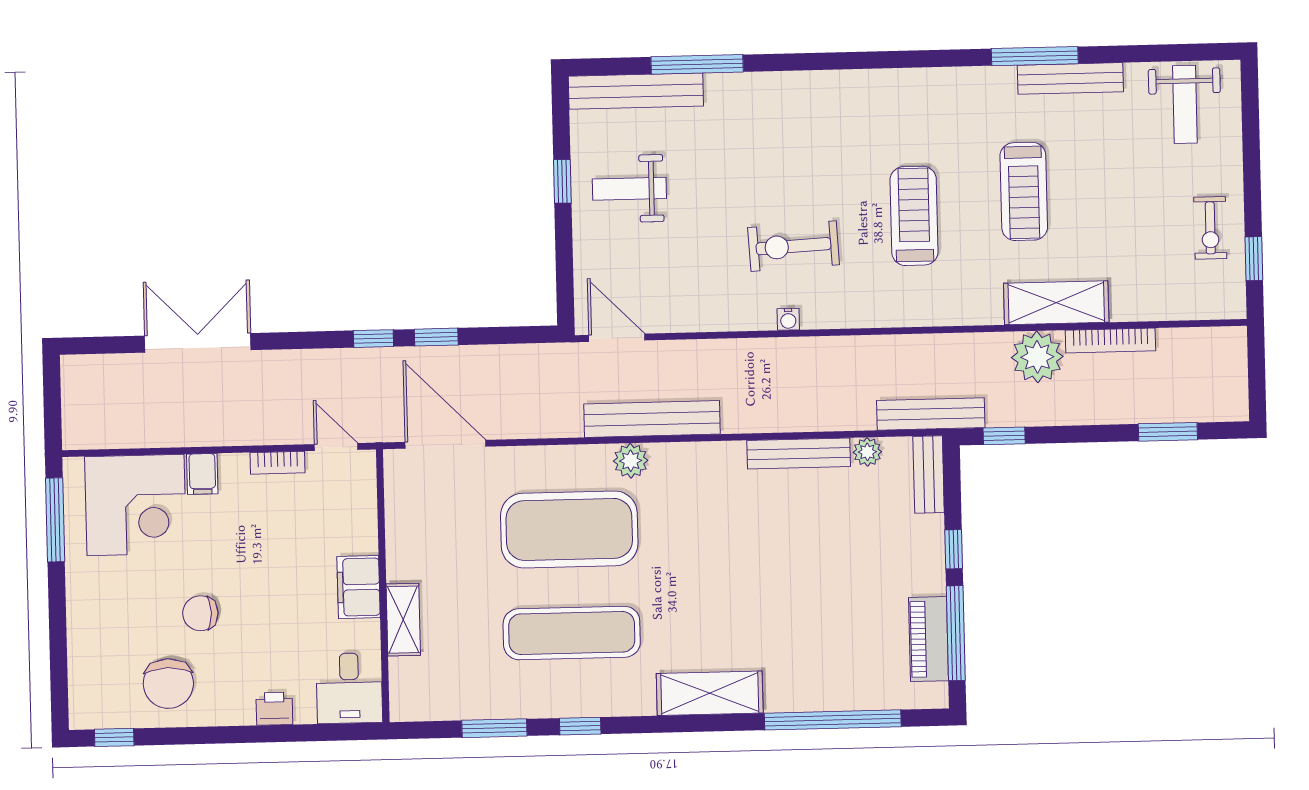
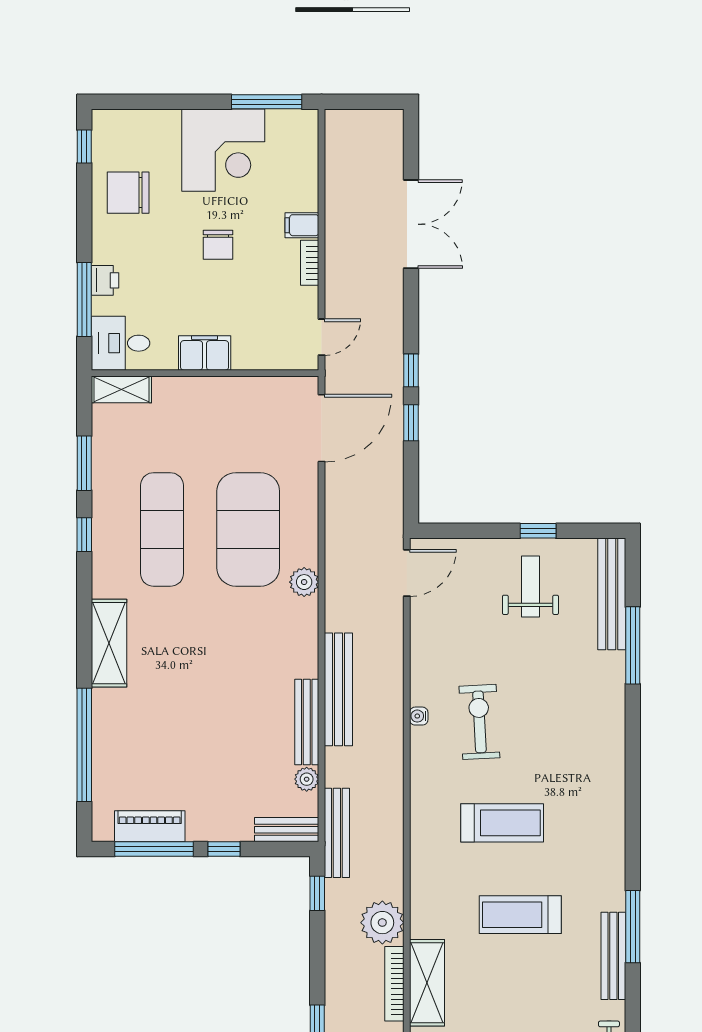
shelving: (1056, 303) -> (427, 983), moved
bench: (652, 419) -> (338, 689), moved
bookcase: (277, 463) -> (310, 263), moved
corner desk: (135, 505) -> (223, 150), moved, turned -90
chair: (200, 613) -> (218, 245), moved, turned 180
shelving: (403, 620) -> (121, 389), moved
window: (298, 733) -> (84, 299), added

